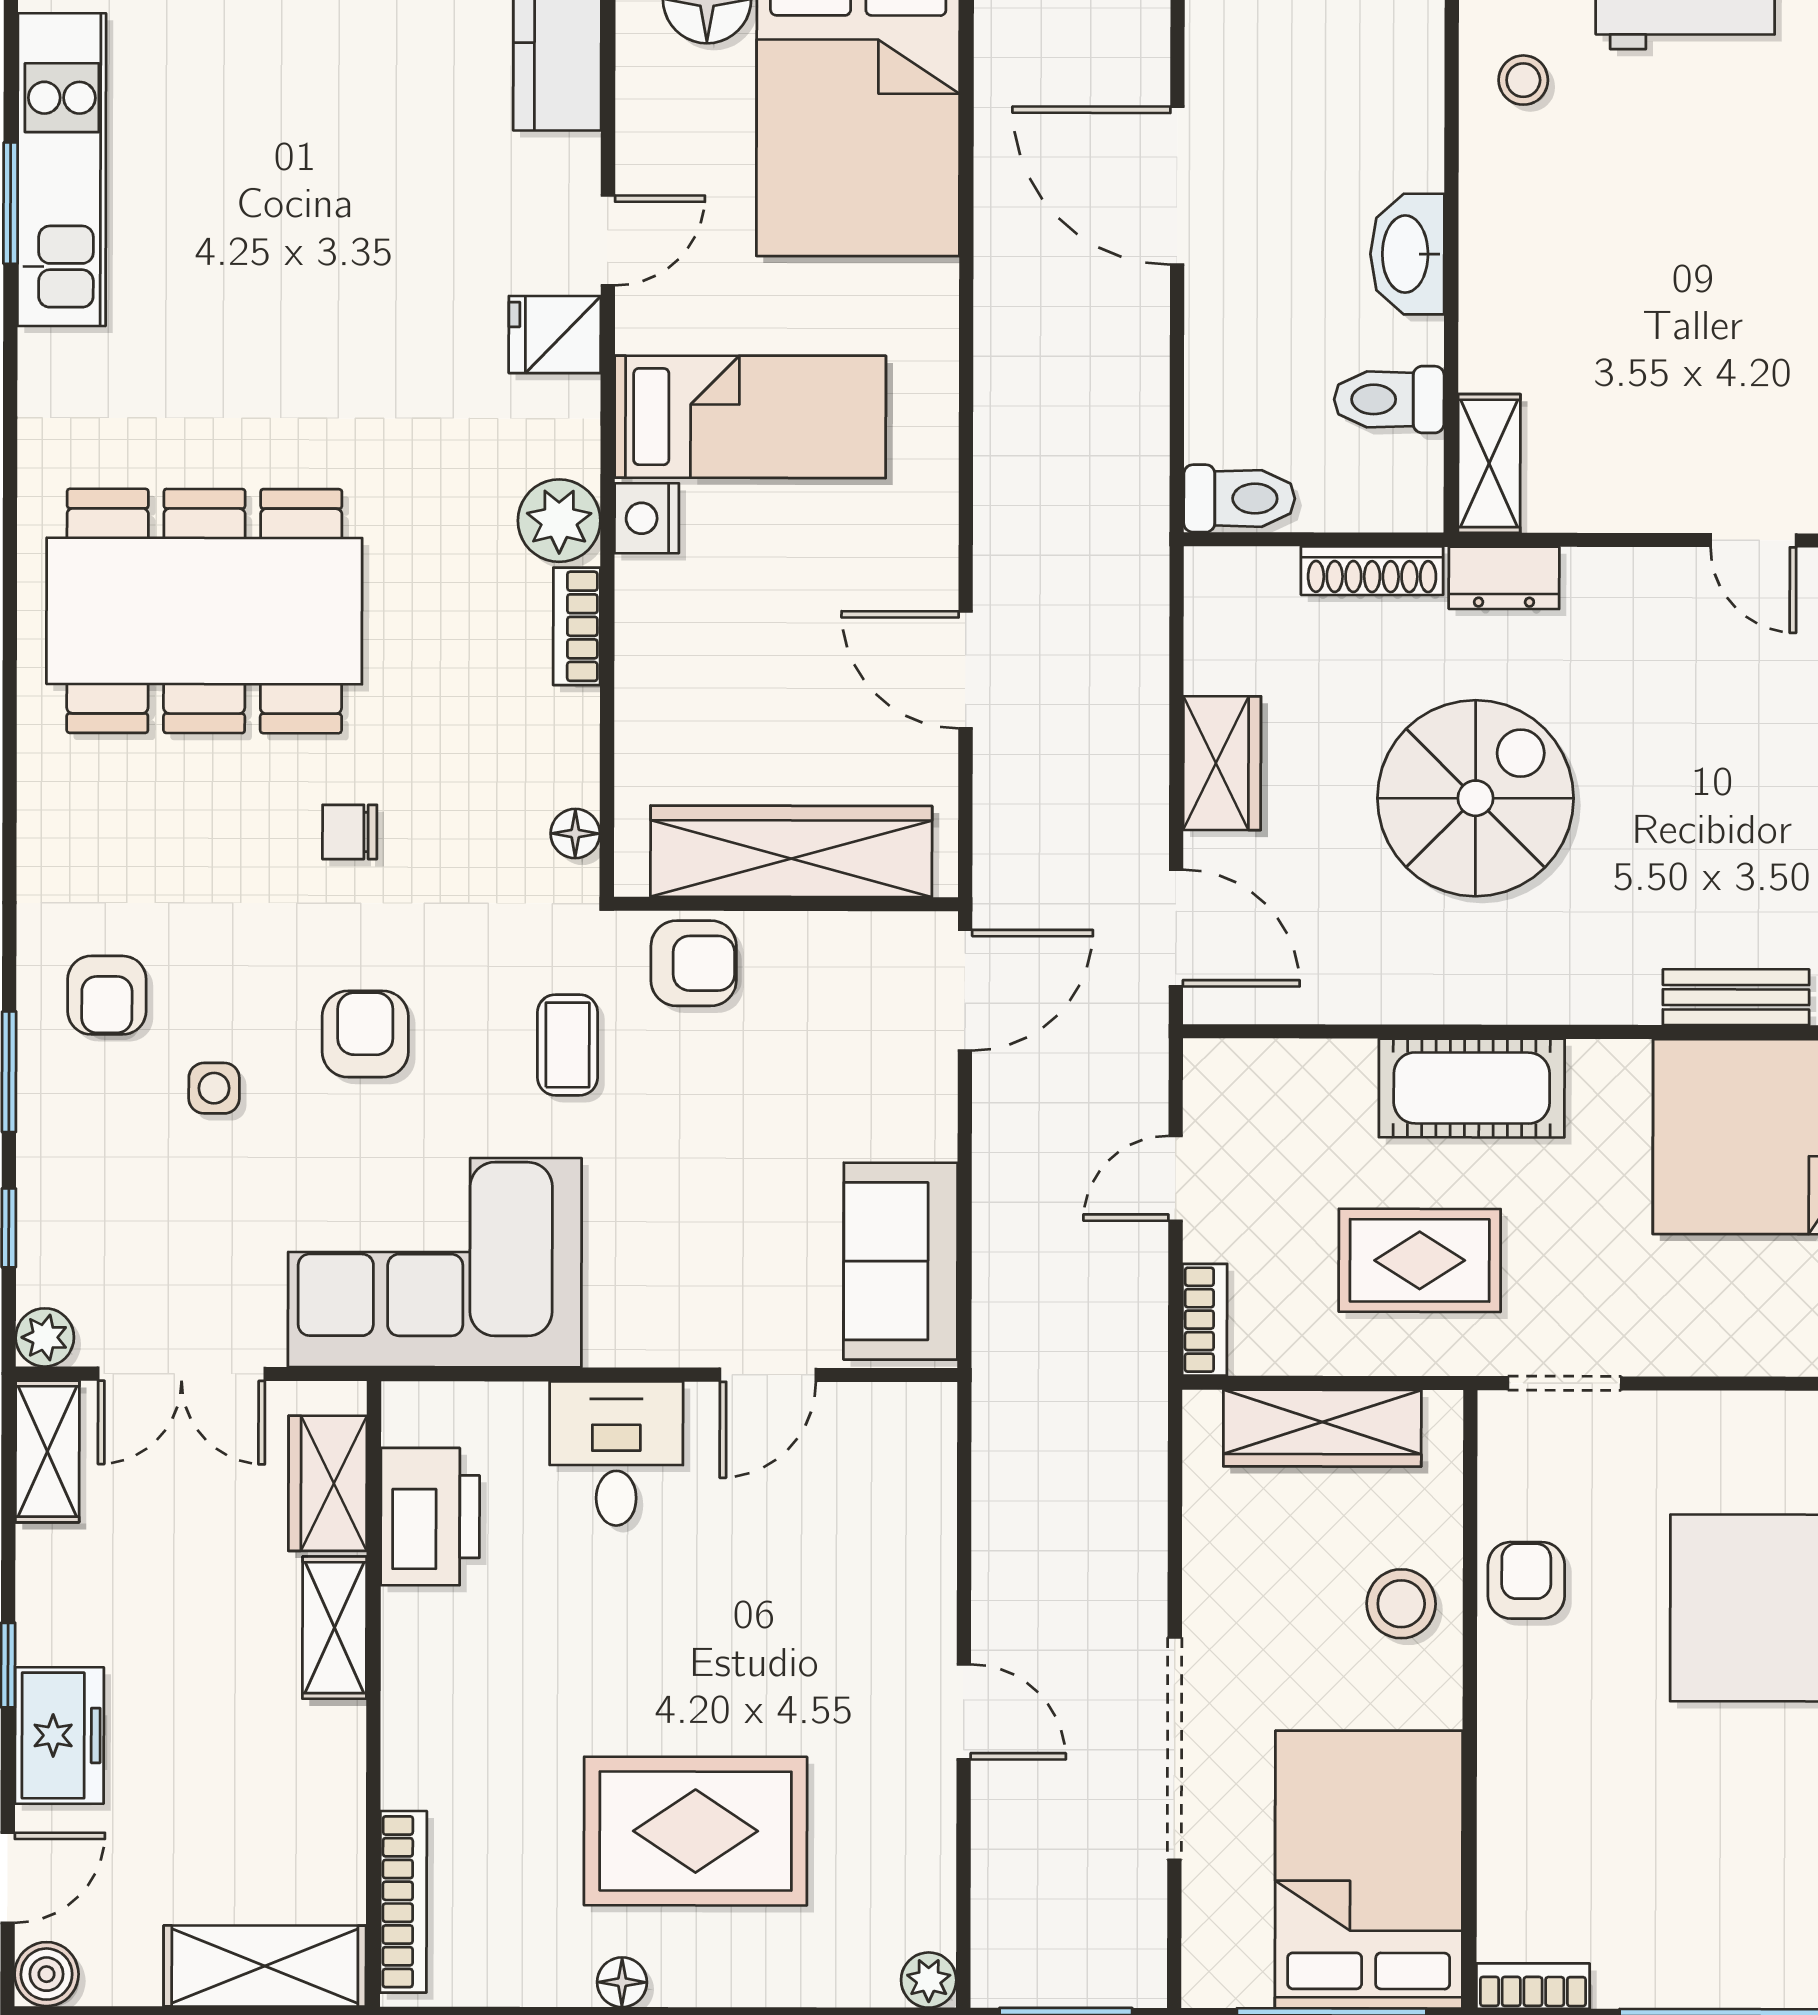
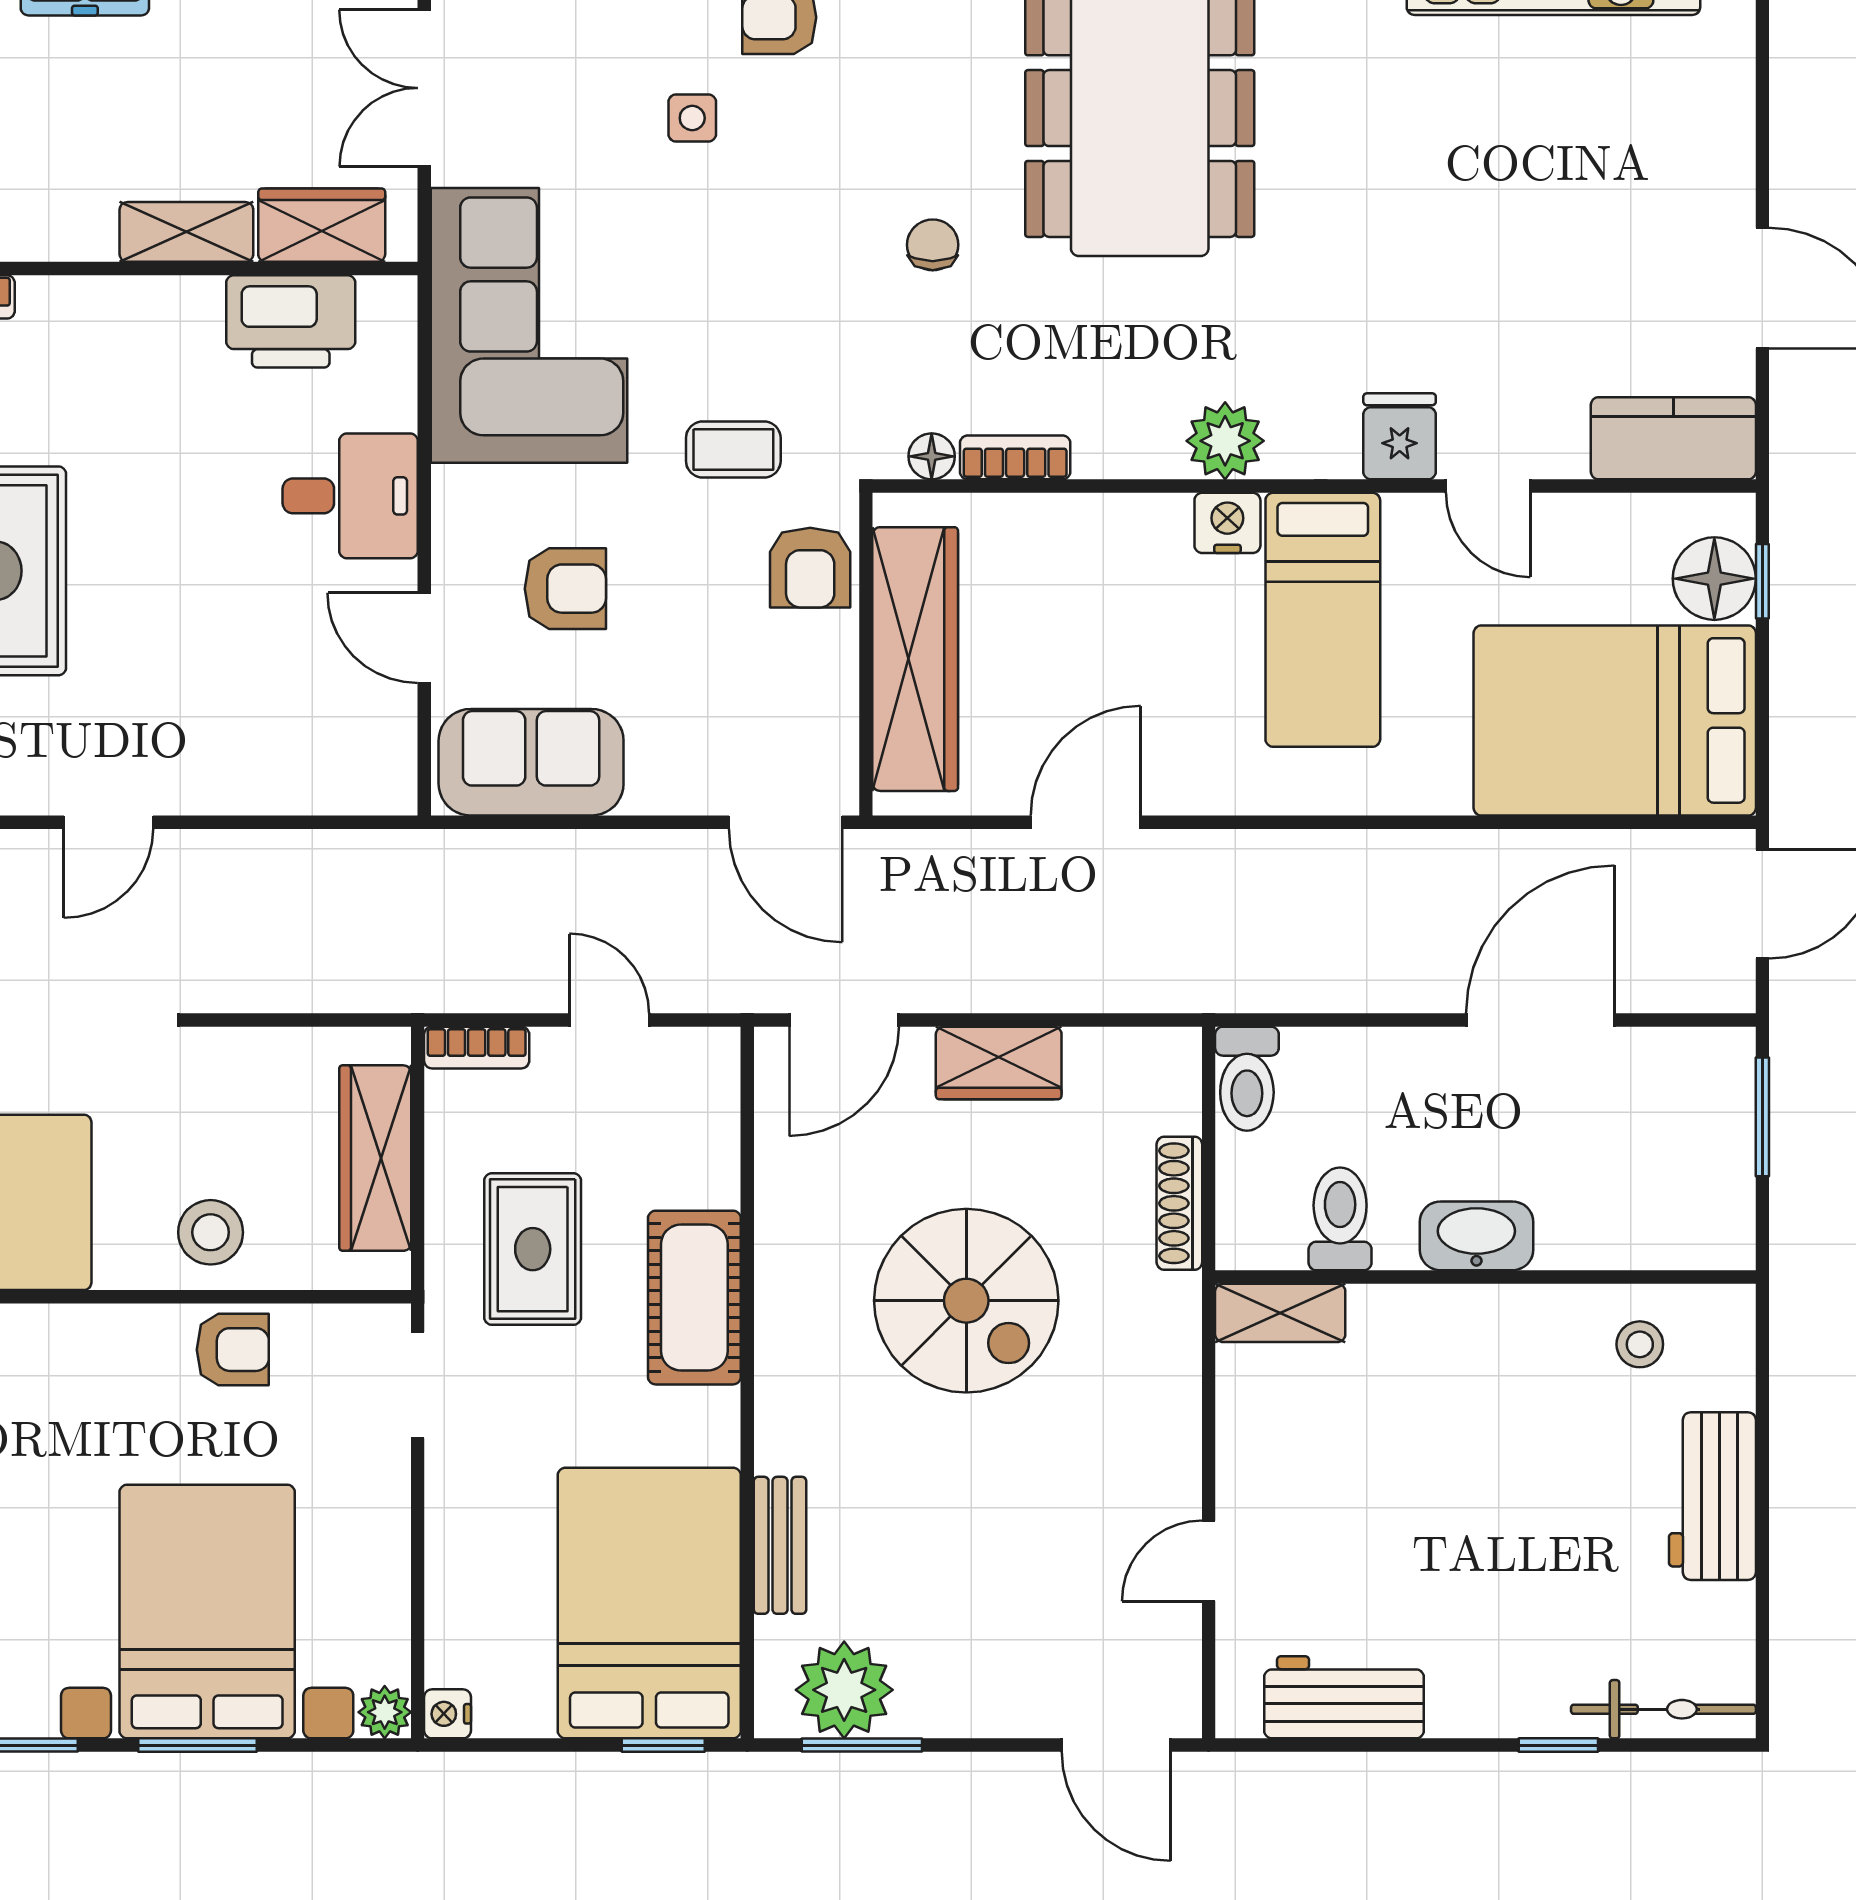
dresser: (1504, 578) -> (1173, 1327), removed
bookcase: (577, 626) -> (1015, 457), moved
armchair: (365, 1034) -> (565, 589), moved

